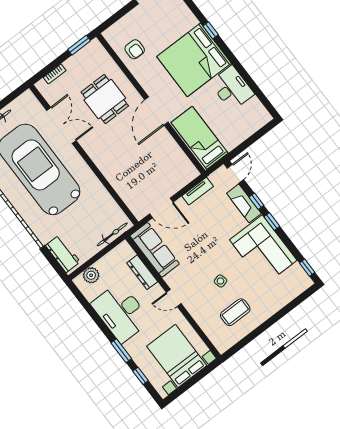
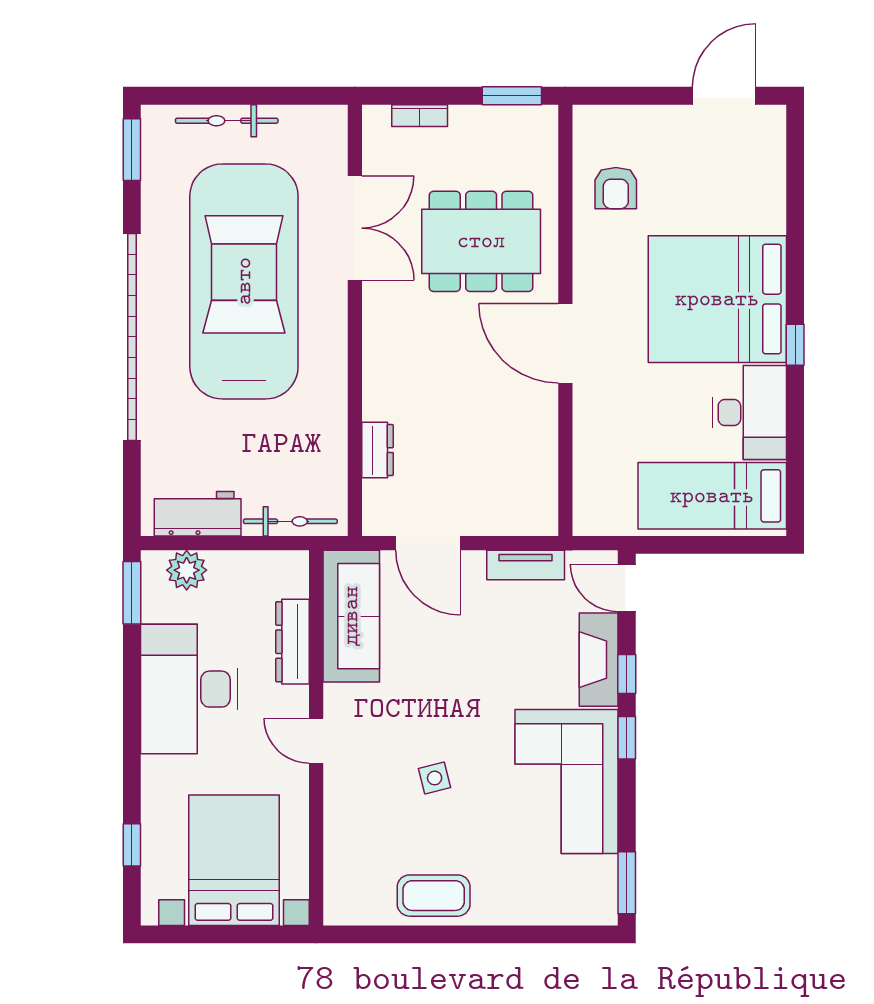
window: (211, 30) -> (795, 345), moved
dining table: (105, 99) -> (481, 241), width x1.38
door: (156, 111) -> (565, 343), hinge flipped
bed: (199, 138) -> (712, 496), moved, turned -90
door: (235, 174) -> (627, 588), swing flipped
dresser: (123, 191) -> (377, 450), added
workbench: (63, 254) -> (198, 514), moved, turned -90
window: (307, 268) -> (627, 883), width x1.50
coffee table: (235, 312) -> (434, 896), moved
window: (121, 351) -> (132, 593), moved

